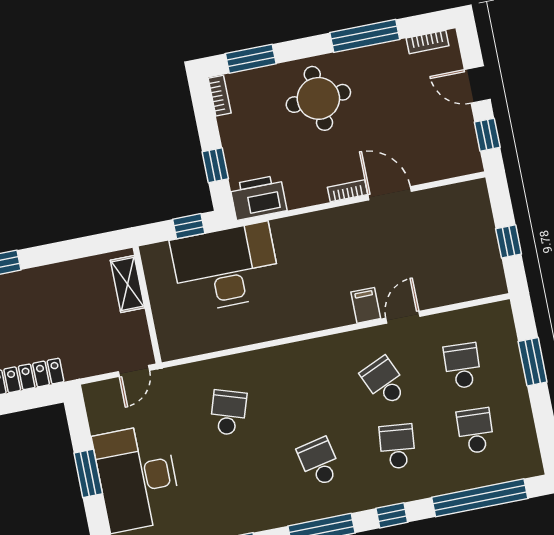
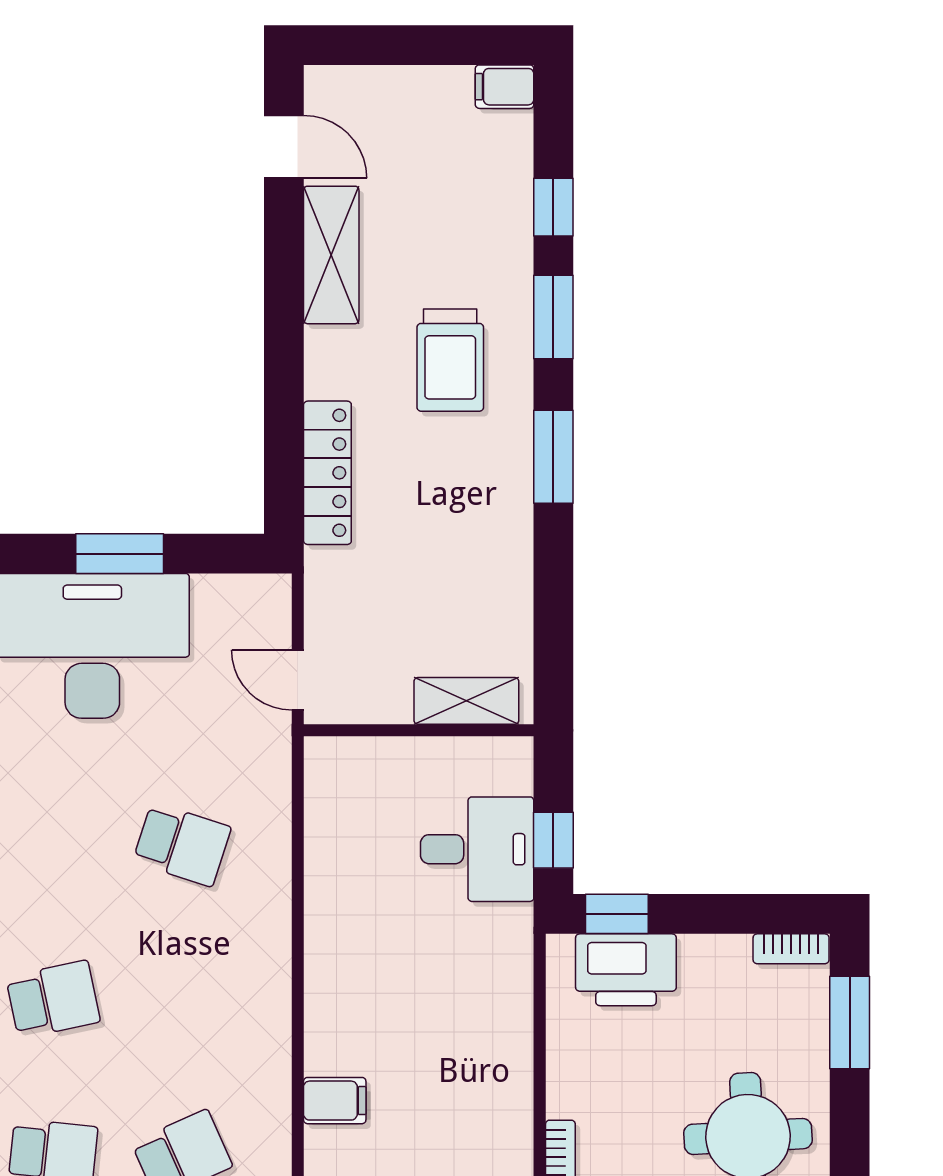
window: (215, 165) -> (617, 914), moved
printer: (258, 198) -> (626, 970), moved, turned 90
desk: (226, 268) -> (477, 849), width x0.53, depth x0.77
filing cabinet: (366, 305) -> (335, 1101), moved

